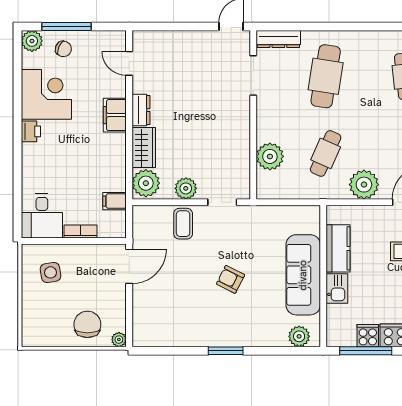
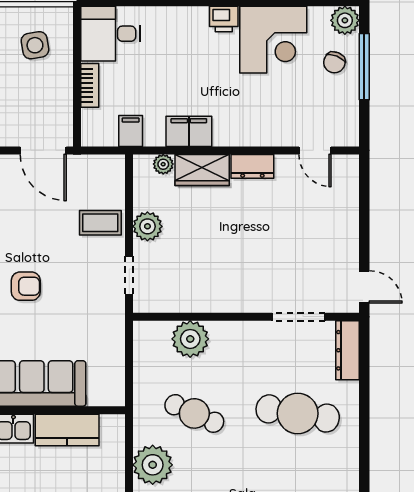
door: (129, 63) -> (315, 150), swing flipped
filing cabinet: (115, 115) -> (189, 131), moved
plant: (146, 183) -> (163, 164), width x0.53, depth x0.53
armchair: (230, 279) -> (26, 286), turned 63

